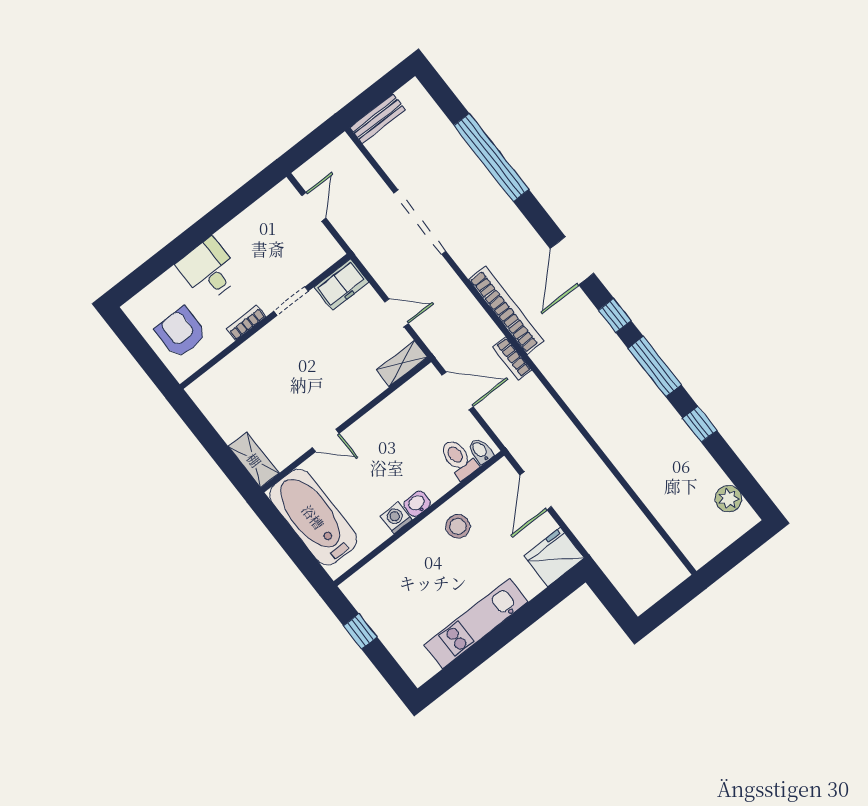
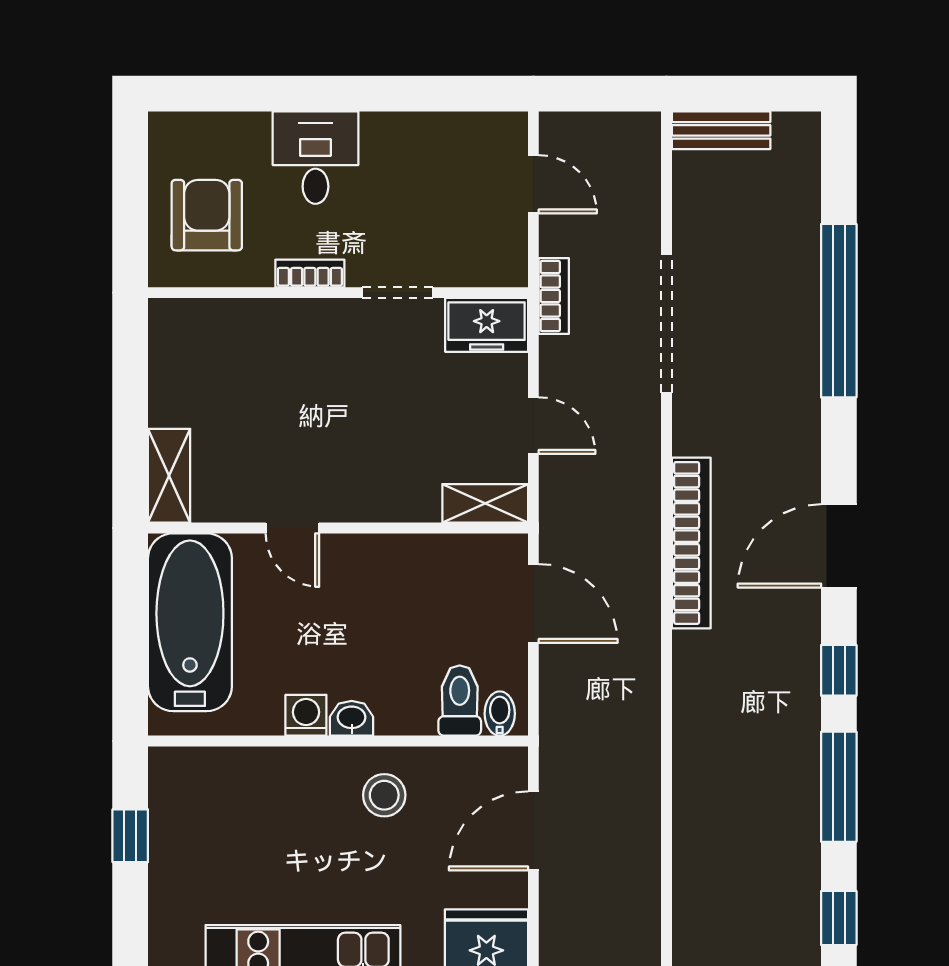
door: (314, 207) -> (533, 184), hinge flipped
bookcase: (512, 358) -> (554, 296), moved, turned 180

